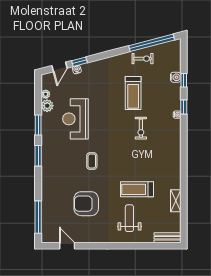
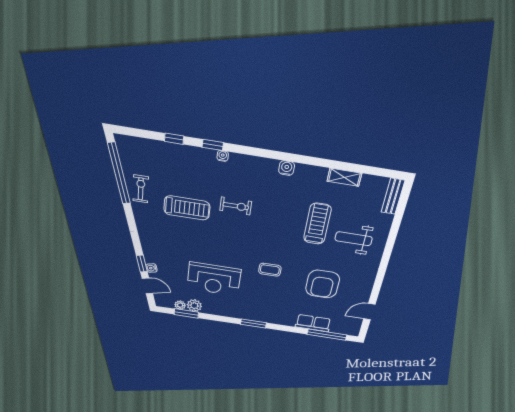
water cooler: (176, 77) -> (287, 168), moved
window: (38, 125) -> (186, 313), moved
treadmill: (137, 189) -> (317, 224), turned 180
row of seats: (48, 204) -> (313, 323), added

